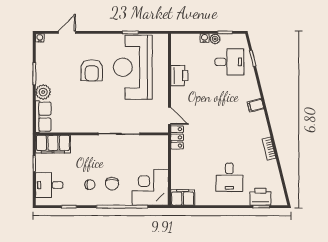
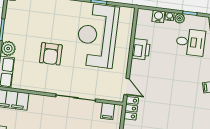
water cooler: (193, 40) -> (158, 16), added
armchair: (92, 70) -> (51, 54), moved
filing cabinet: (153, 143) -> (108, 111), added

